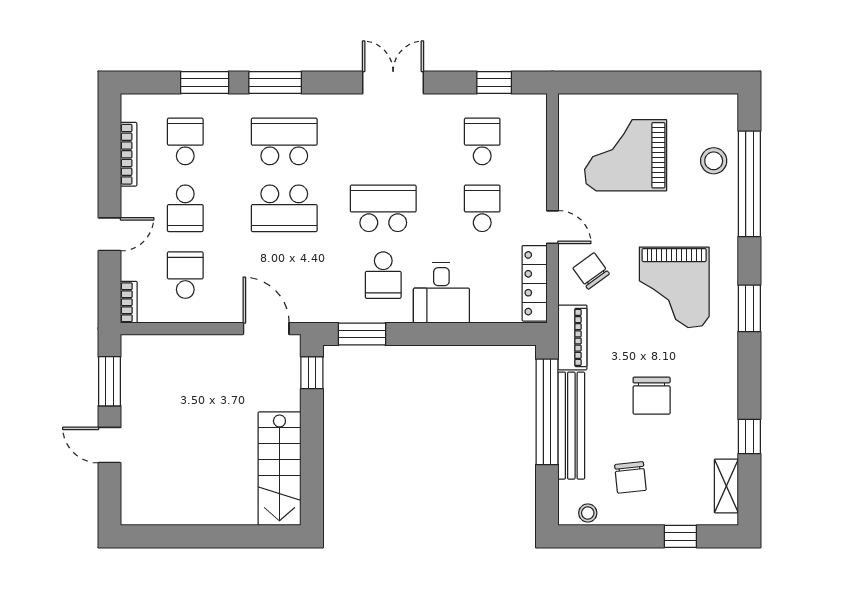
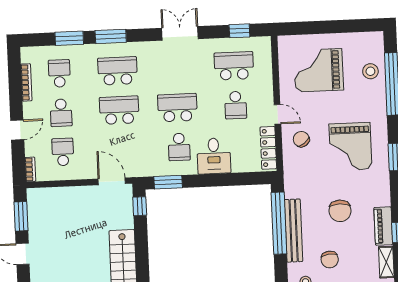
school desk: (482, 141) -> (234, 66), width x1.85
school desk: (284, 208) -> (119, 110), turned 180
school desk: (482, 208) -> (236, 105), turned 180
piano: (572, 337) -> (383, 226), moved, turned 180

